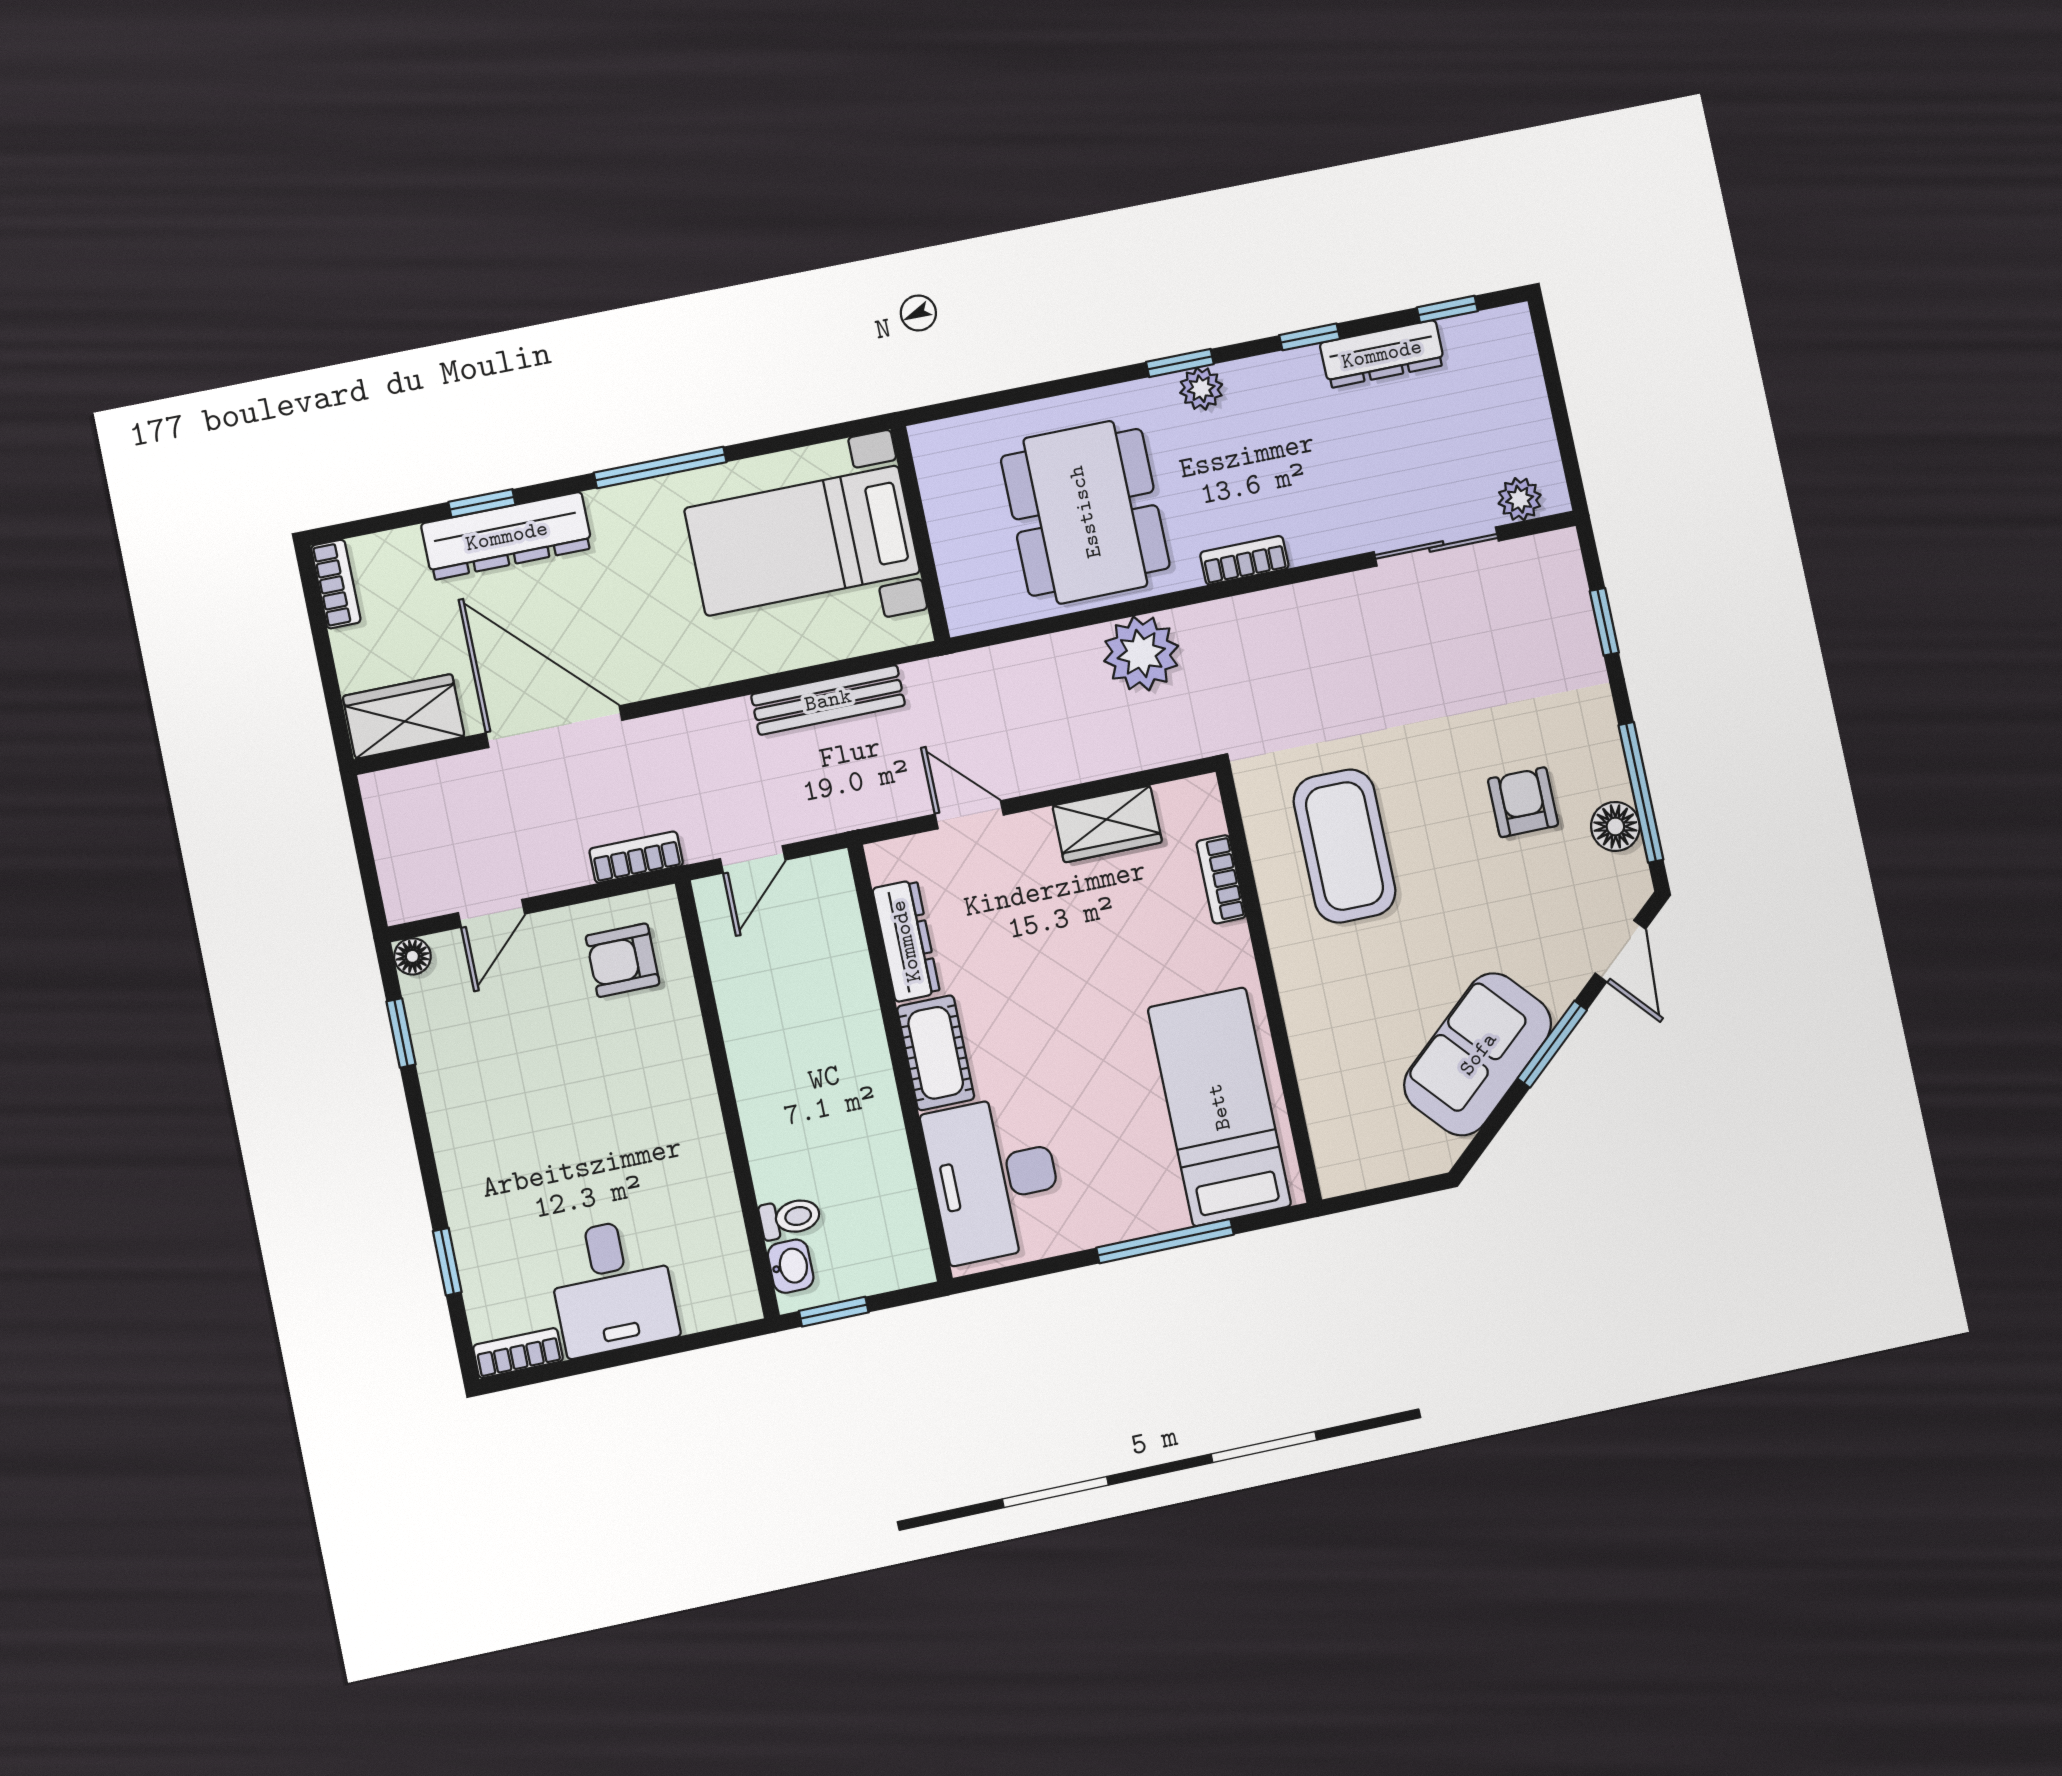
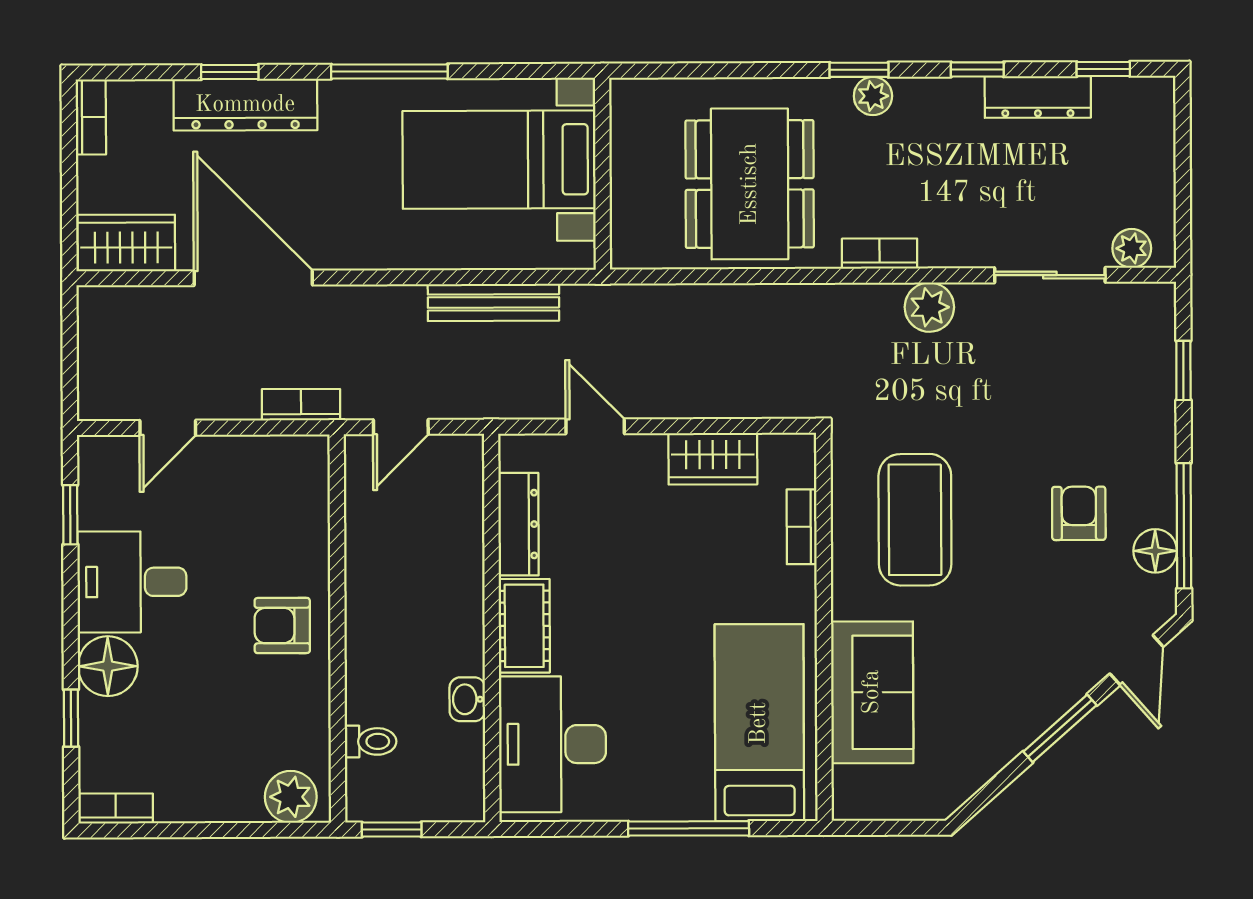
plant: (1141, 653) -> (929, 307), moved, width x0.73, depth x0.73
floor lamp: (412, 956) -> (108, 666), moved, width x1.89, depth x1.89
armchair: (623, 960) -> (282, 625), moved
sofa: (1478, 1054) -> (872, 692), moved, turned 132
washbasin: (791, 1266) -> (467, 699), moved, turned 180
desk: (612, 1287) -> (132, 582), moved, turned 90
plant: (713, 1299) -> (291, 797), added

